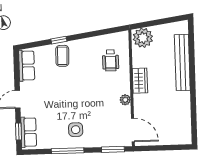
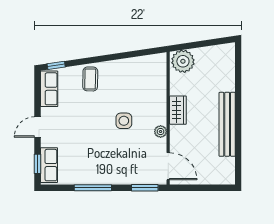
window: (59, 40) -> (56, 65), moved
wheelchair: (111, 60) -> (145, 86), removed
bench: (182, 62) -> (227, 124), moved
side table: (76, 130) -> (124, 121), moved

